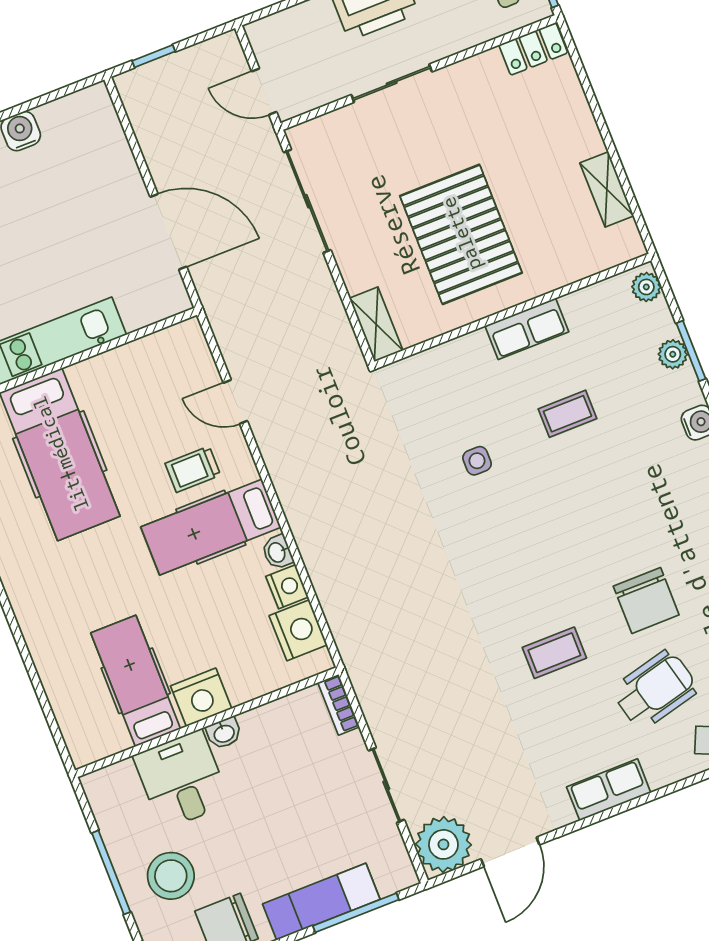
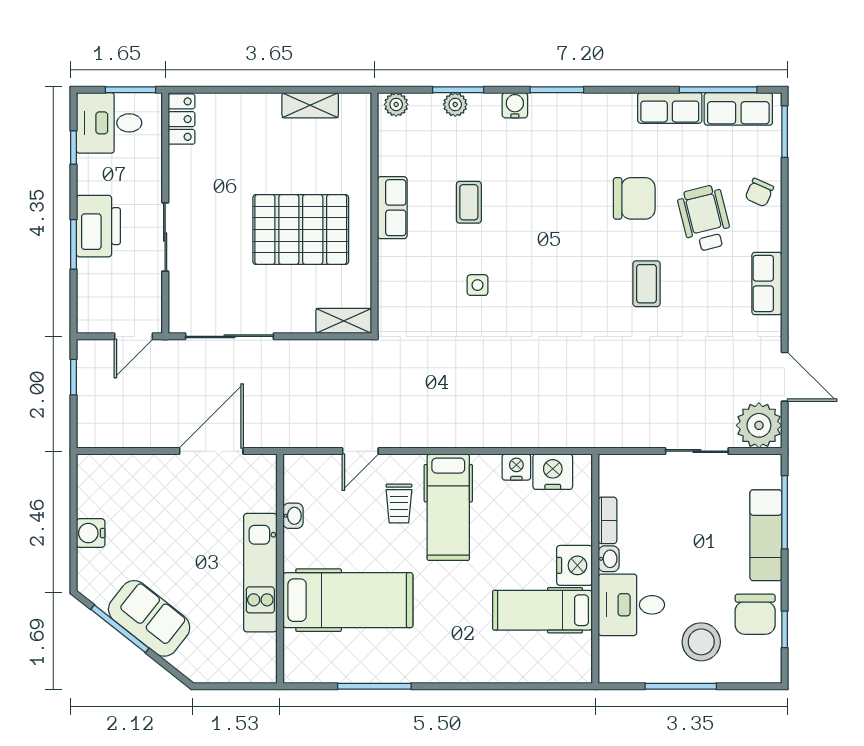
window: (154, 56) -> (73, 377), moved
washbasin: (277, 552) -> (293, 516), moved, turned -90
bookcase: (339, 705) -> (607, 520), moved, turned -90

